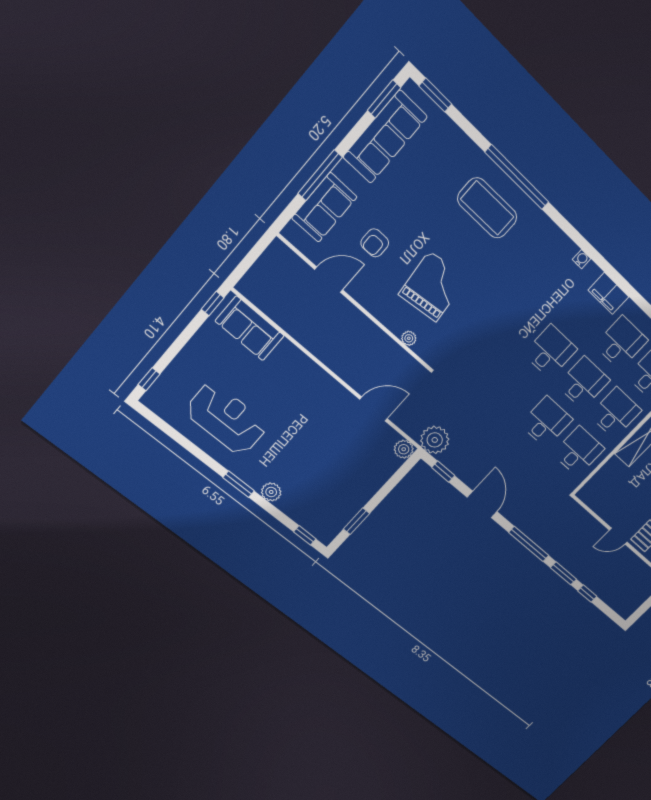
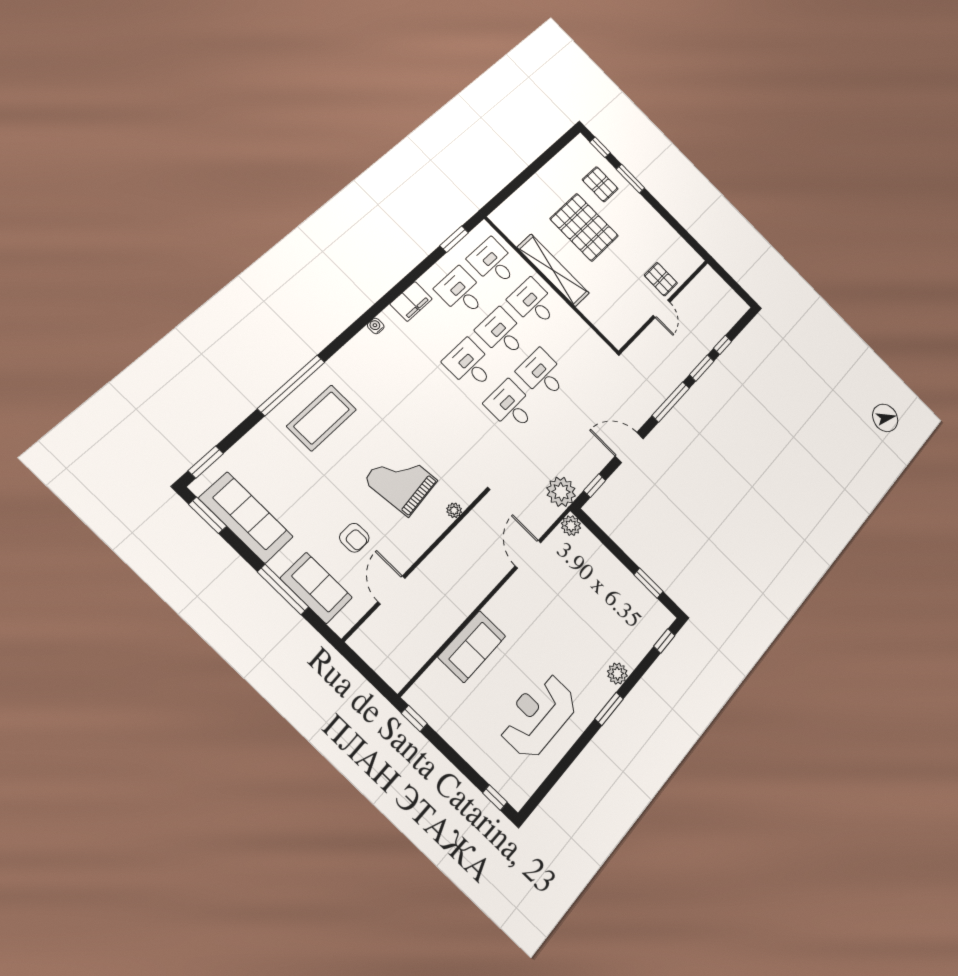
sofa: (250, 328) -> (472, 647), moved
desk: (579, 451) -> (511, 406), moved

